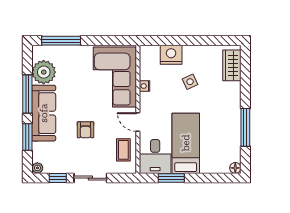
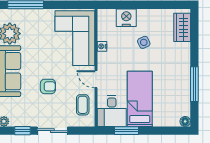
armchair: (85, 130) -> (48, 86), turned -90

